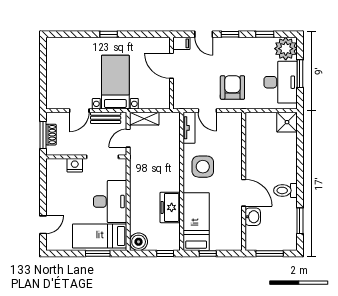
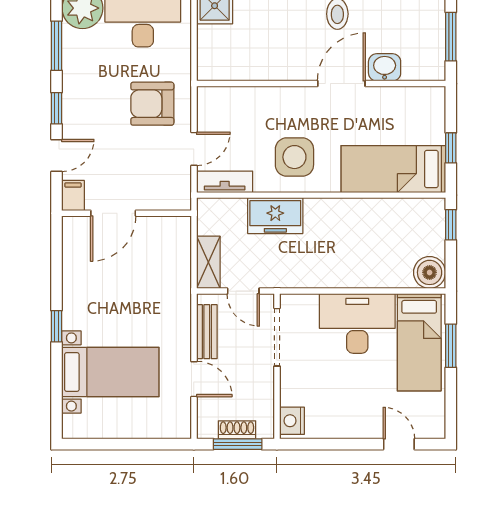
window: (265, 34) -> (56, 46), width x1.50
bed with nightstands: (115, 82) -> (110, 372), moved, turned 180
nightstand: (75, 165) -> (292, 421), moved
freezer: (170, 207) -> (275, 216), moved

